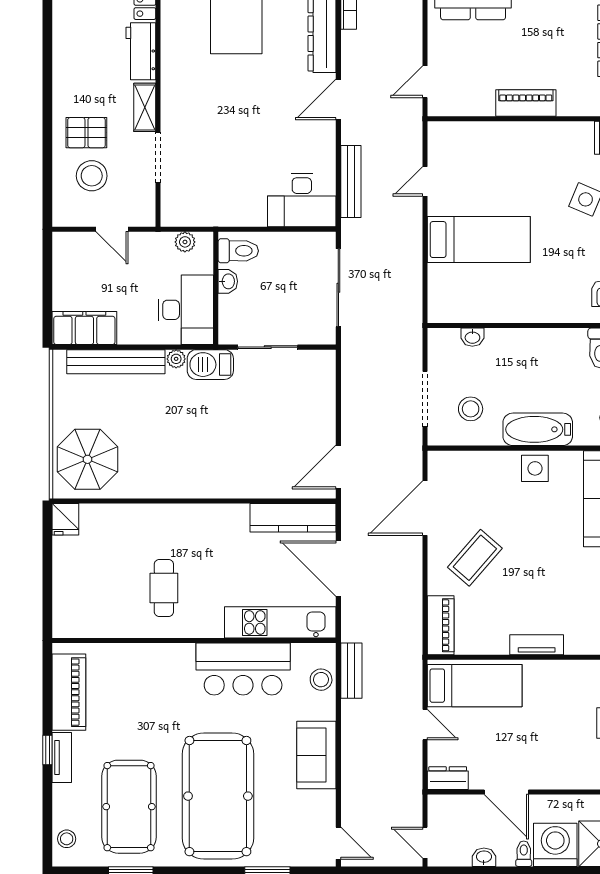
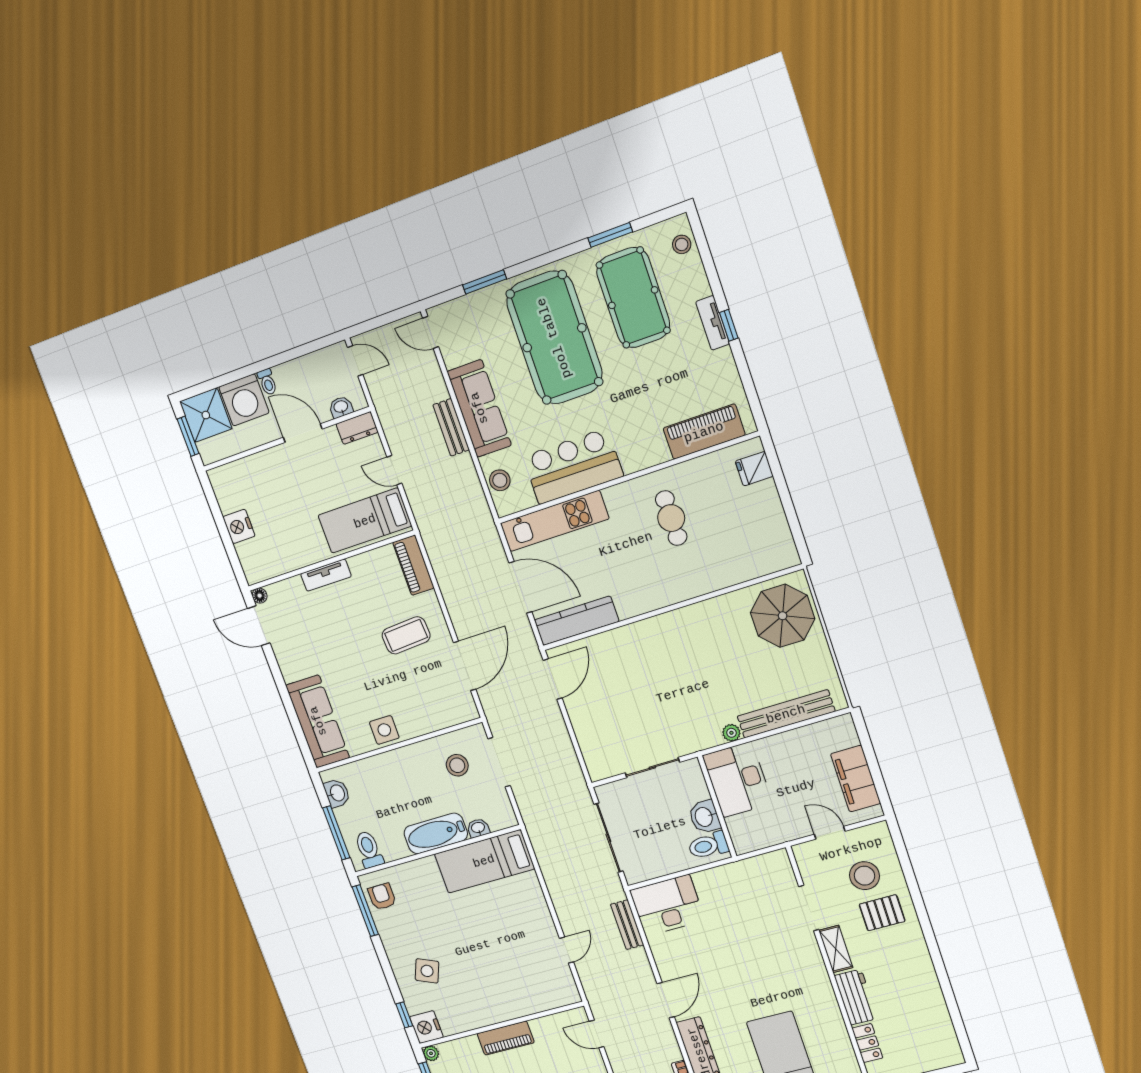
door: (425, 82) -> (597, 1034), swing flipped
bench: (351, 181) -> (627, 925), width x0.73
bed: (479, 240) -> (484, 861), moved
plant: (185, 242) -> (759, 840), removed
washbasin: (228, 281) -> (704, 817), width x1.38, depth x1.45
filing cabinet: (84, 328) -> (856, 779), moved, turned 90
barbecue: (210, 365) -> (699, 737), removed
bathtub: (538, 429) -> (436, 833), moved, turned 180
fridge: (65, 519) -> (754, 469), moved, turned -90
coffee table: (475, 558) -> (406, 635), turned 45
bench: (351, 671) -> (451, 427), moved
piano: (69, 692) -> (704, 432), moved, turned 90
sofa: (316, 755) -> (479, 408), width x1.36
washbasin: (484, 857) -> (341, 407), moved, turned 180

